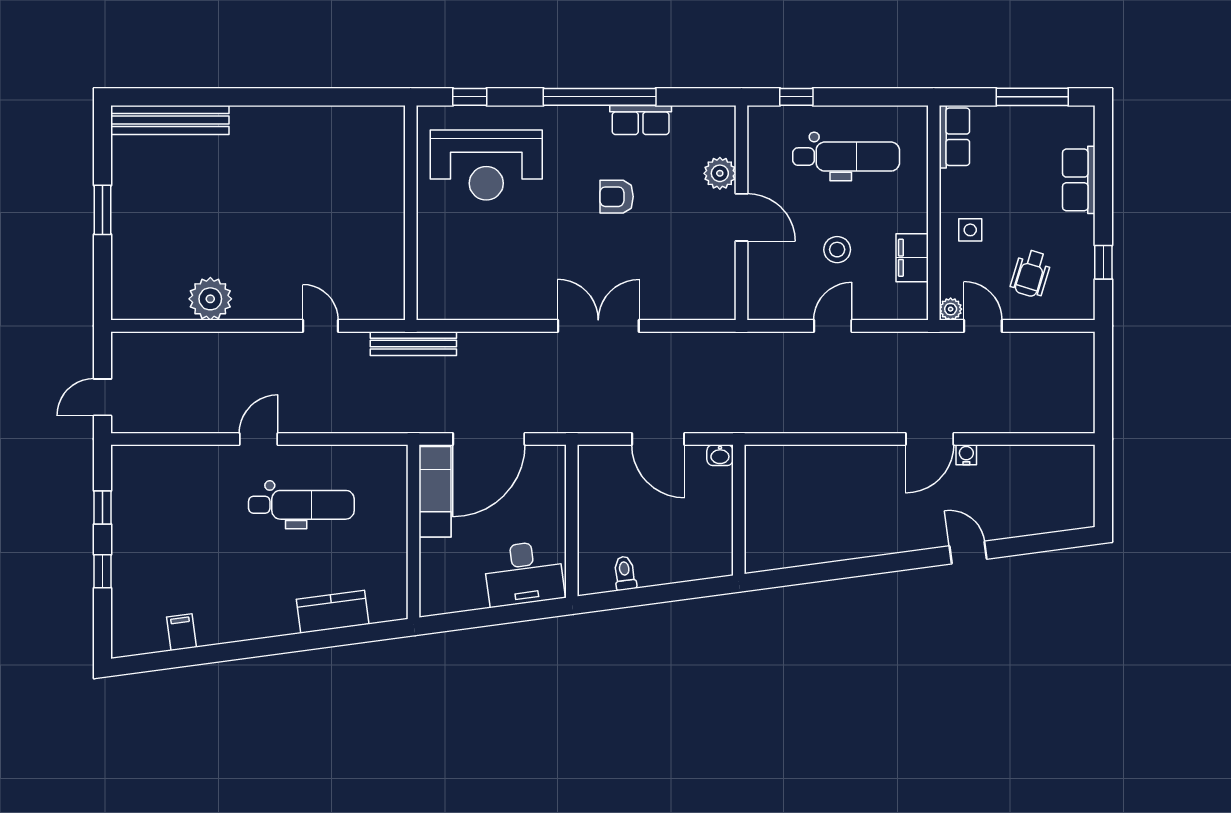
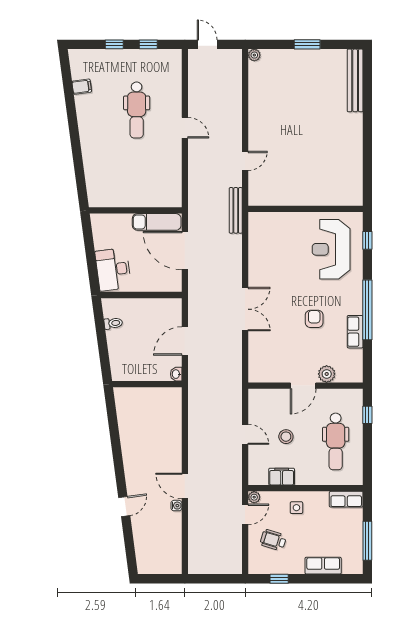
plant: (210, 299) -> (254, 55), moved, width x0.53, depth x0.53
dental chair: (301, 505) -> (137, 110), moved
kitchen counter: (333, 612) -> (93, 167), removed

